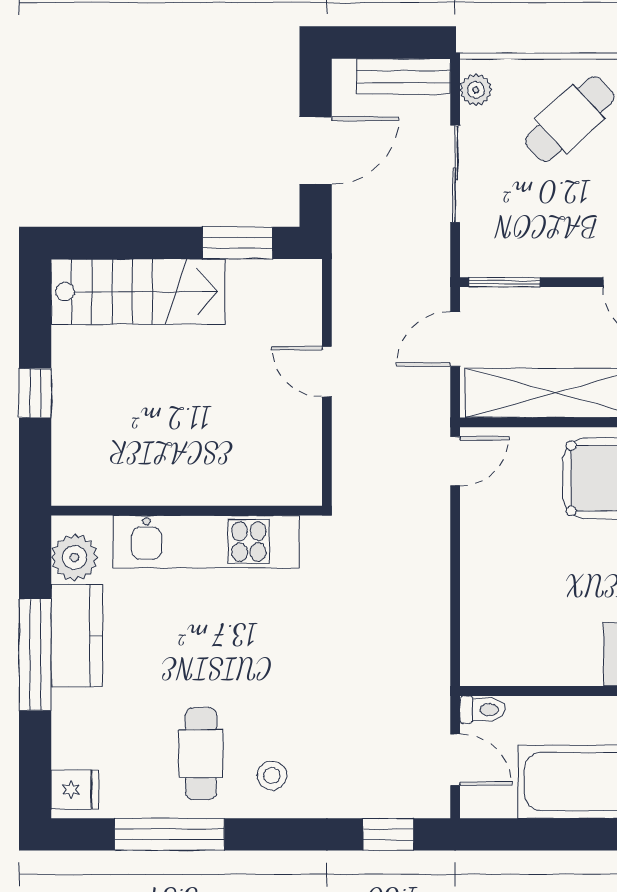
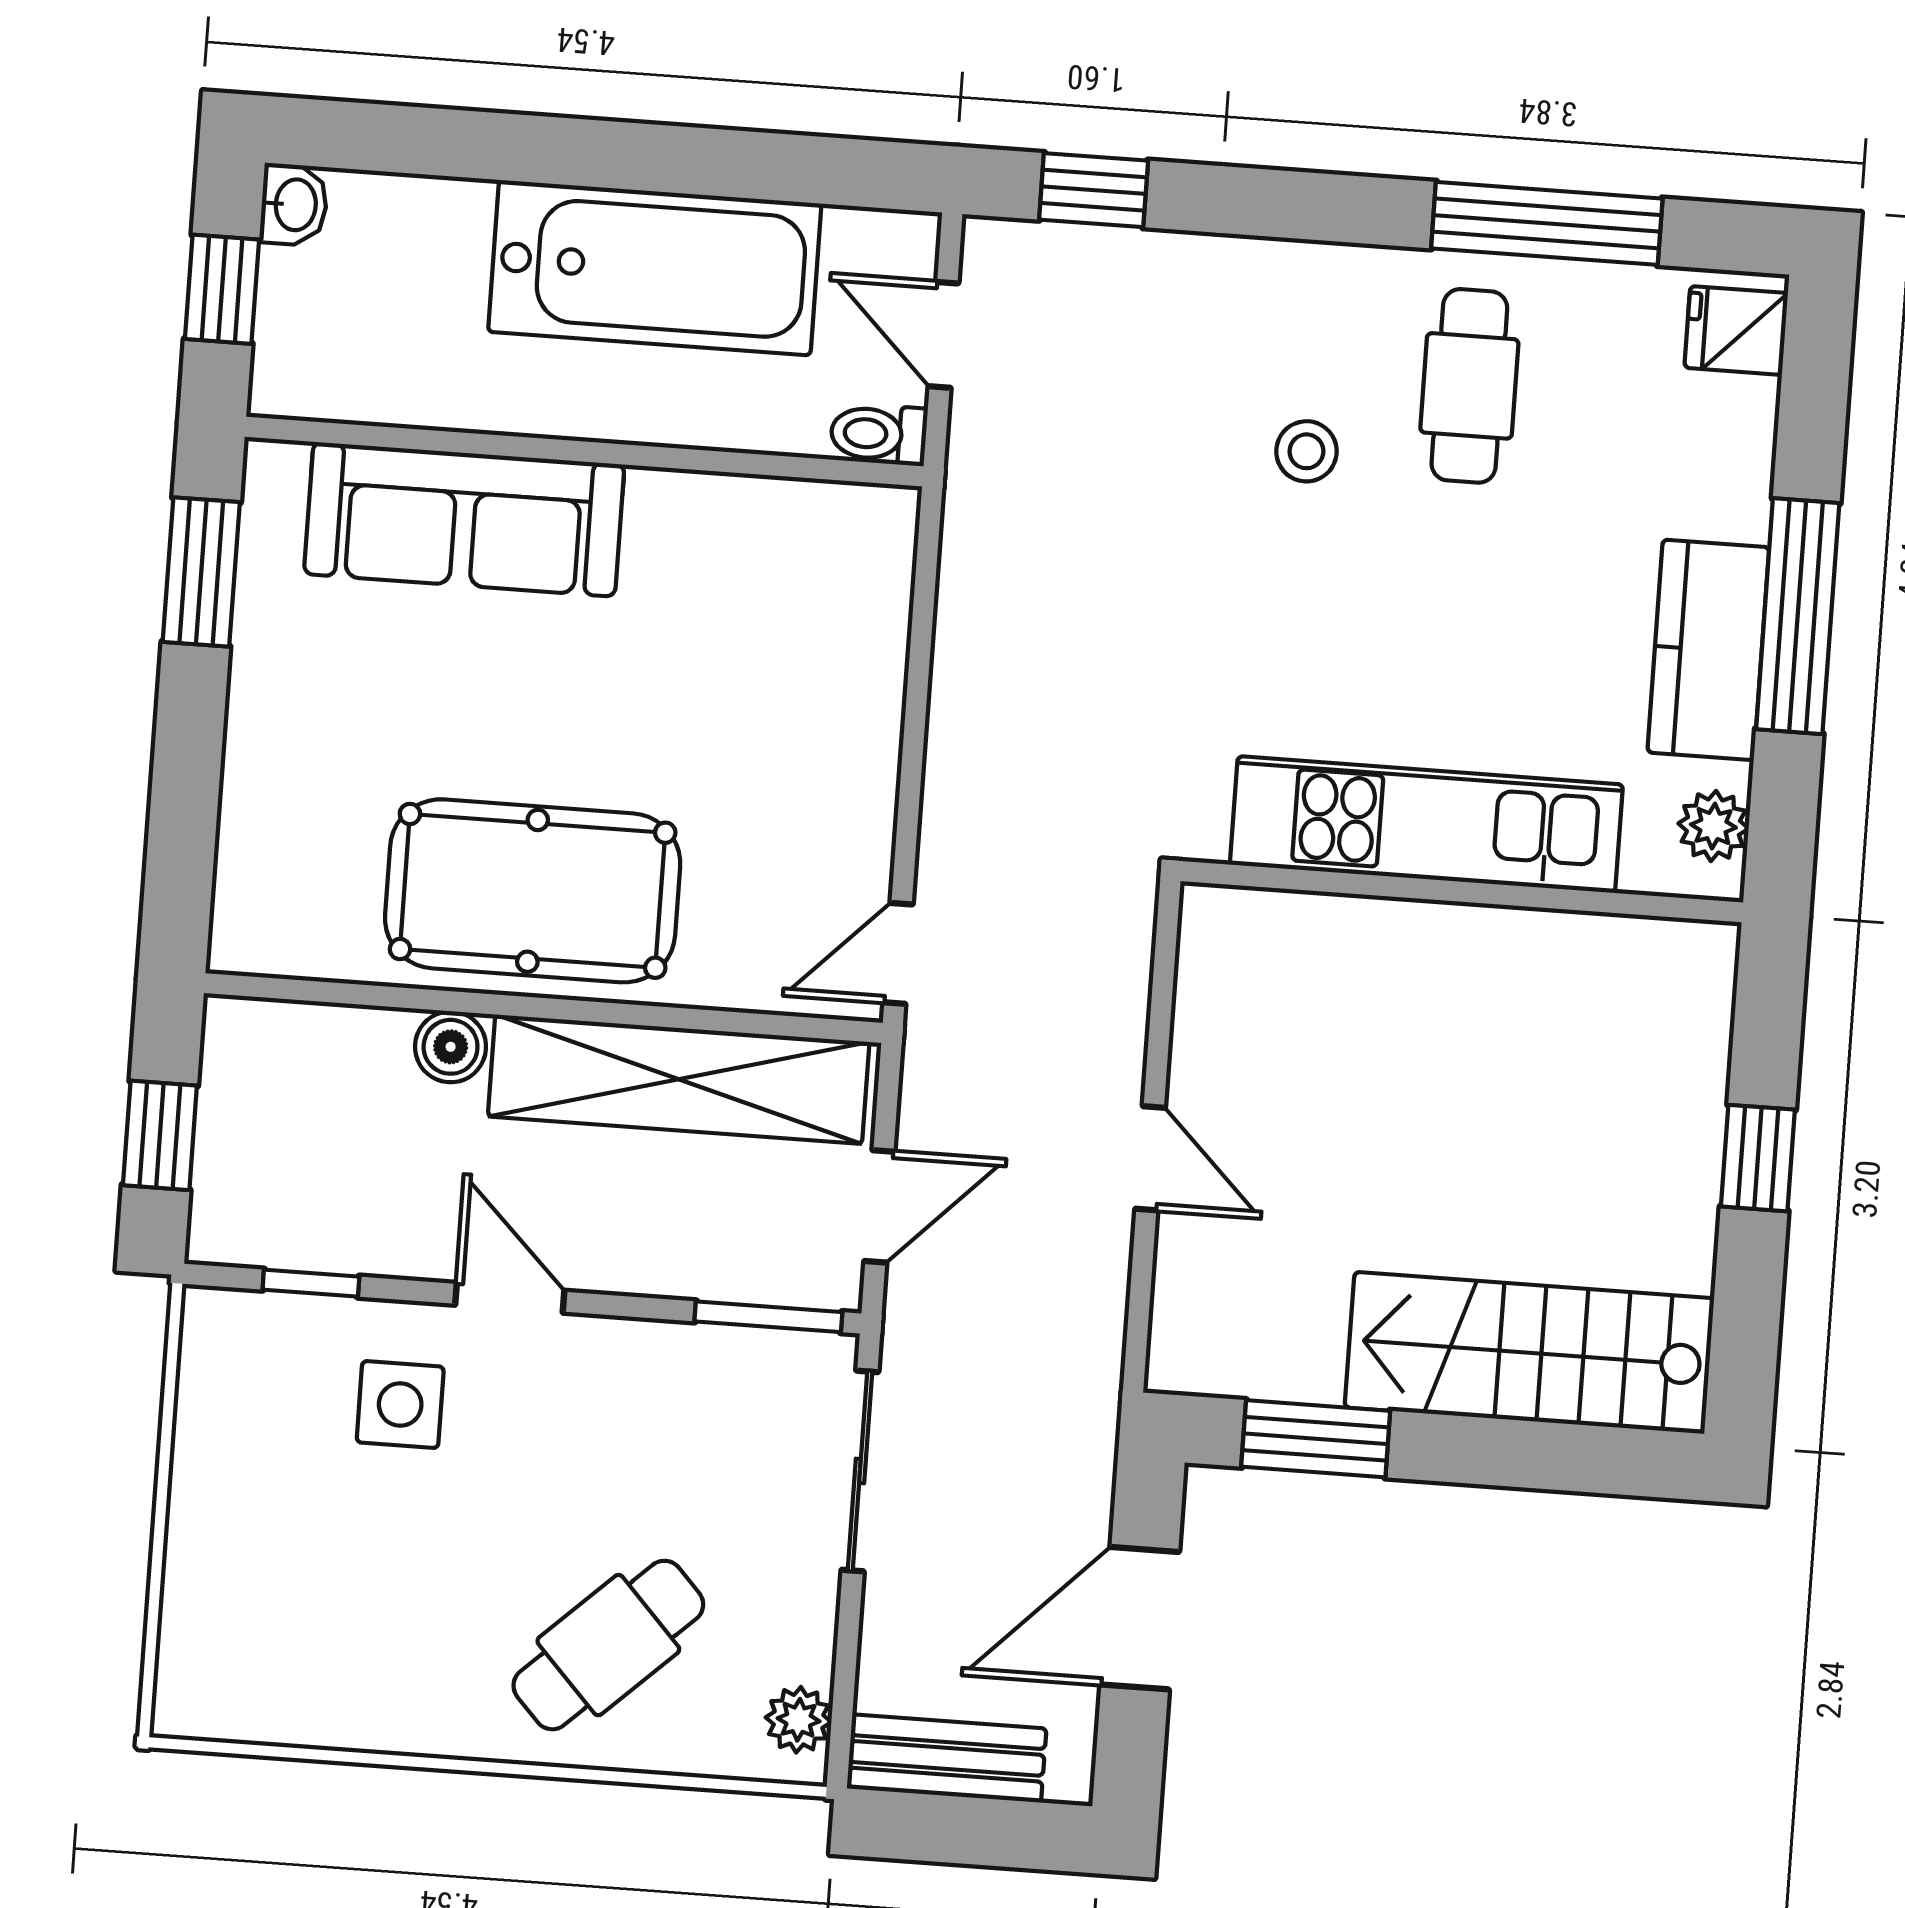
sliding door: (455, 174) -> (860, 1471), moved
plant: (75, 557) -> (1713, 826), width x0.73, depth x0.73
stool: (272, 776) -> (1306, 451), moved

